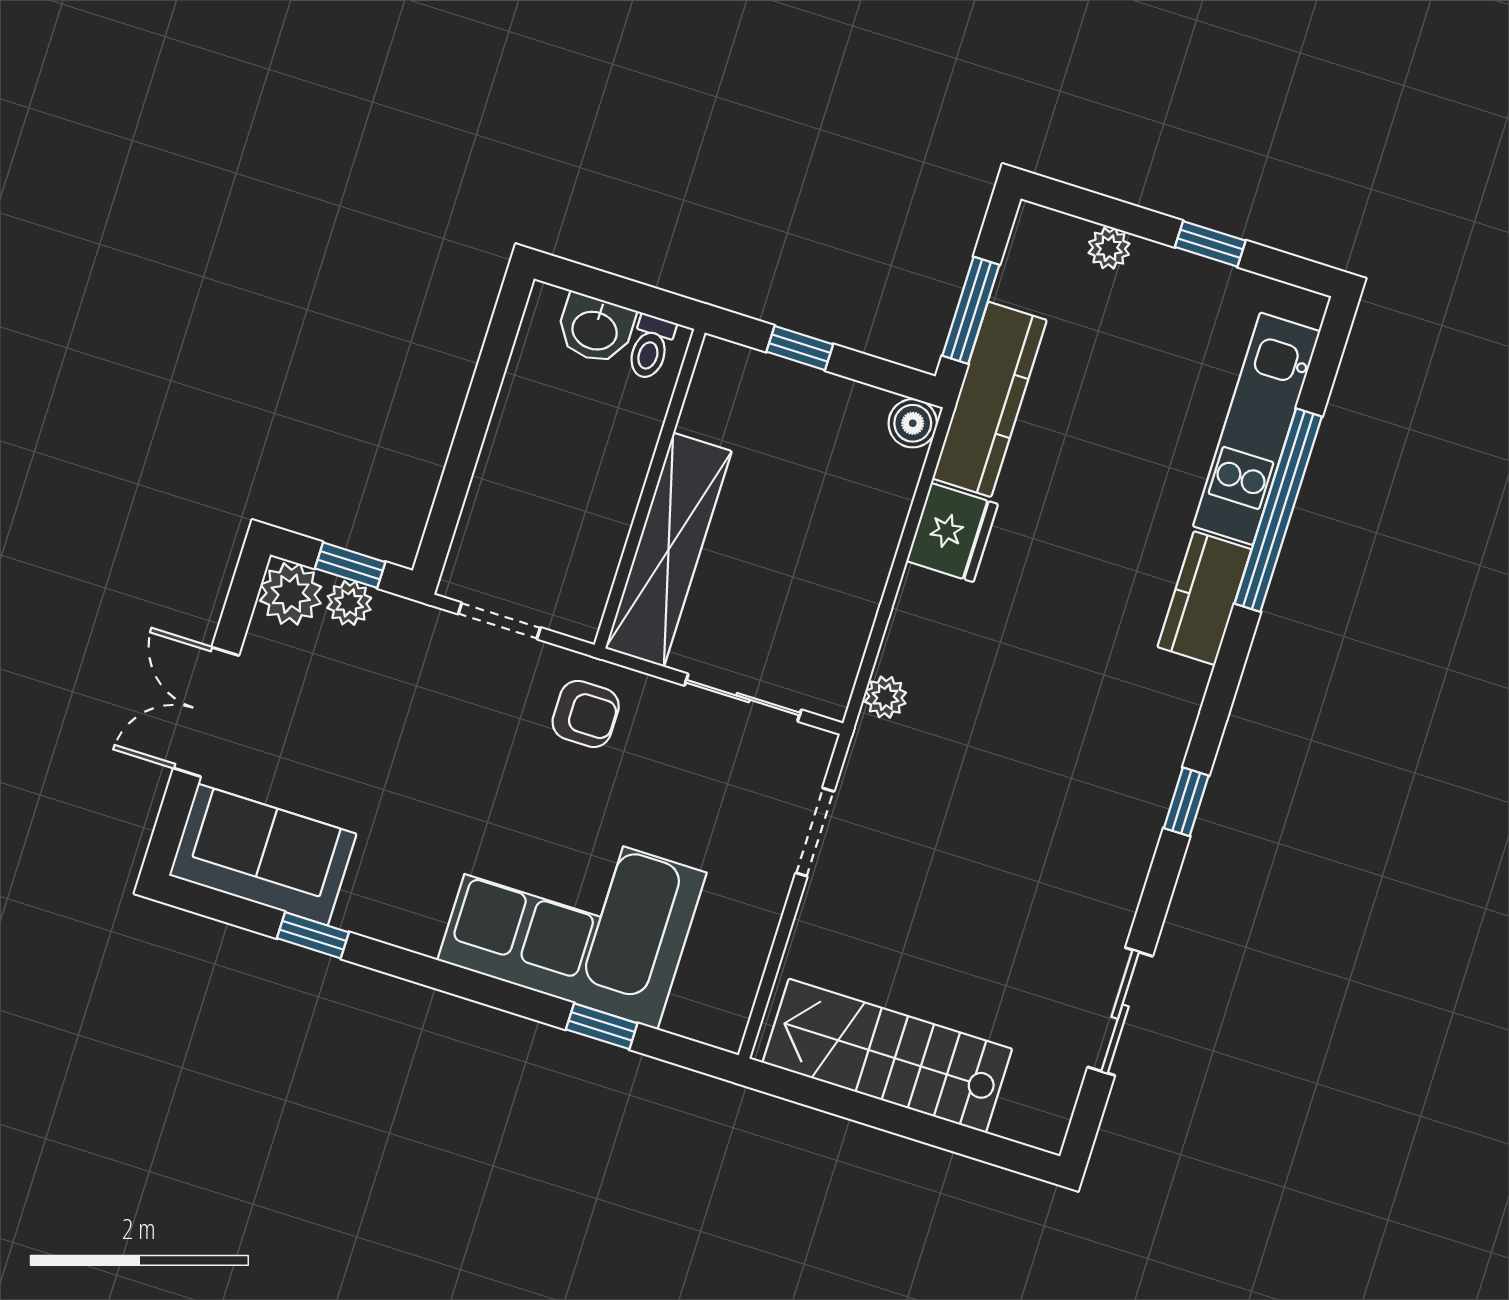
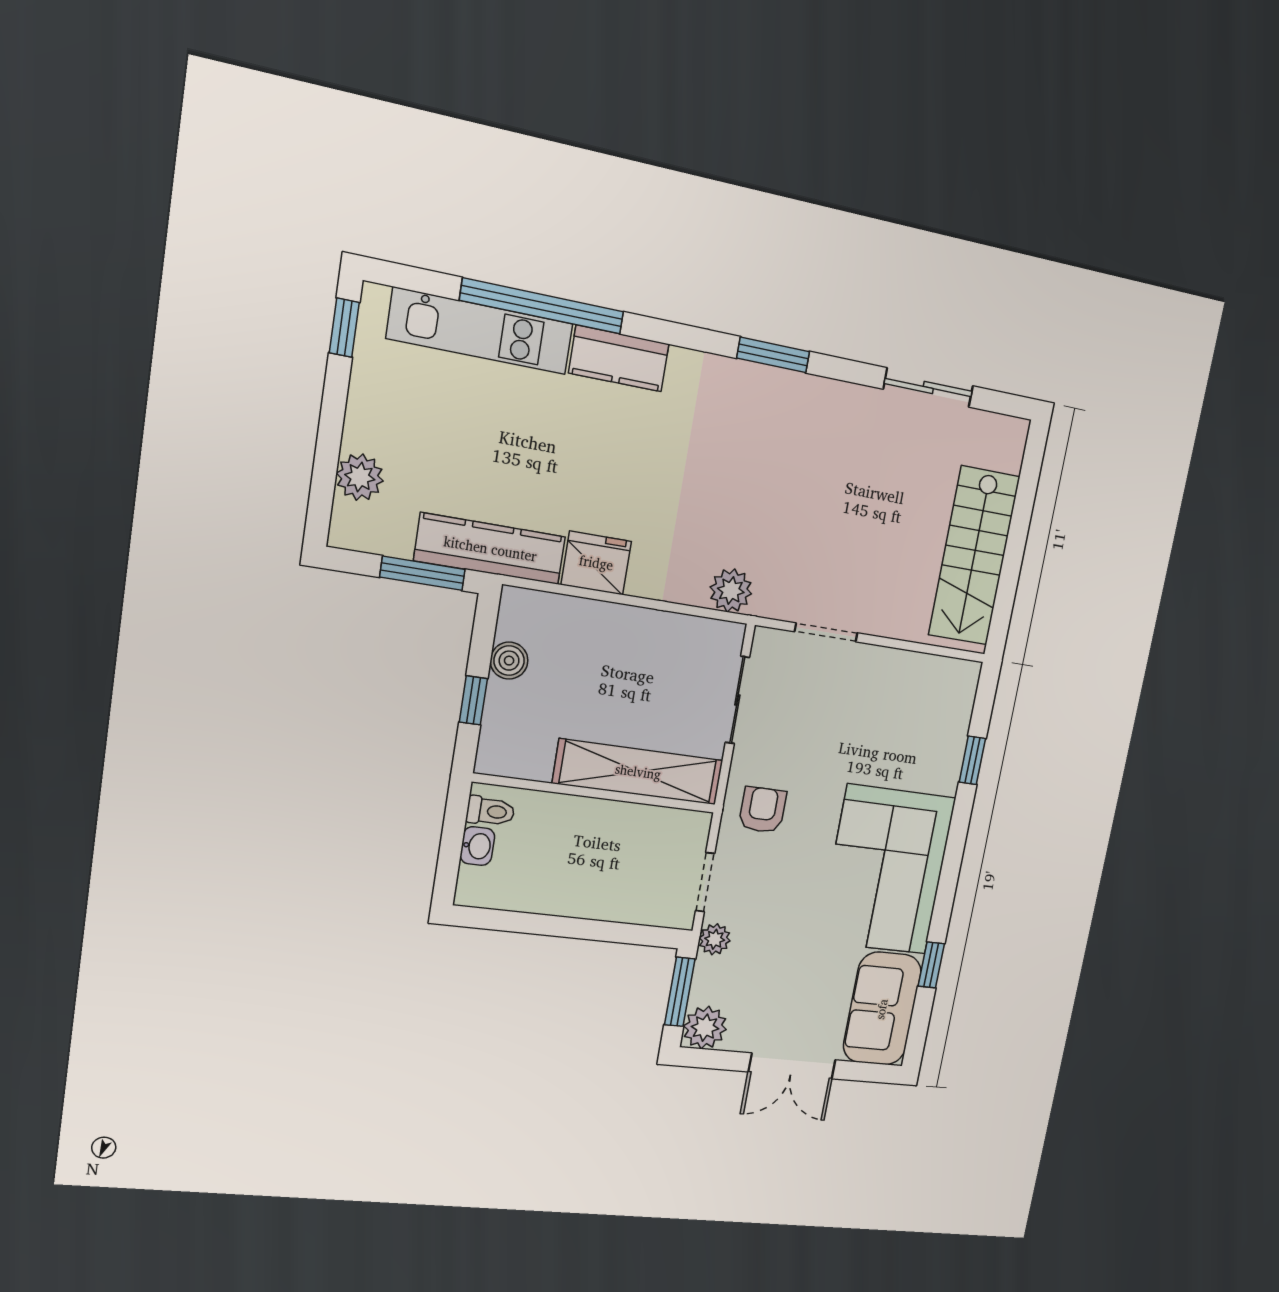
window: (1210, 244) -> (344, 328), moved
plant: (1109, 248) -> (360, 477), width x1.38, depth x1.38
washbasin: (595, 329) -> (477, 846), width x0.72, depth x0.69
boiler: (913, 423) -> (509, 661), moved
window: (350, 565) -> (680, 992), width x1.50
plant: (349, 603) -> (715, 939), moved
plant: (885, 697) -> (731, 590), width x1.38, depth x1.38
window: (1186, 802) -> (773, 355), width x1.50
corner sofa: (572, 916) -> (887, 870), moved

